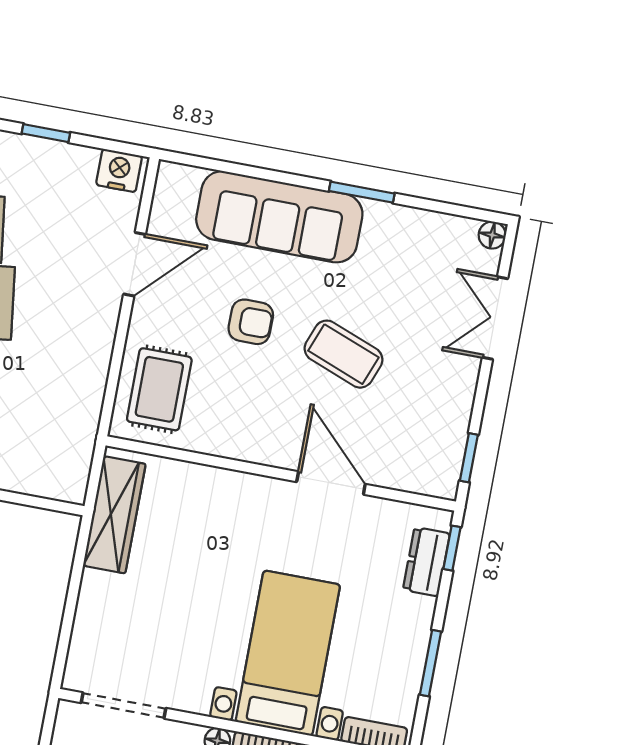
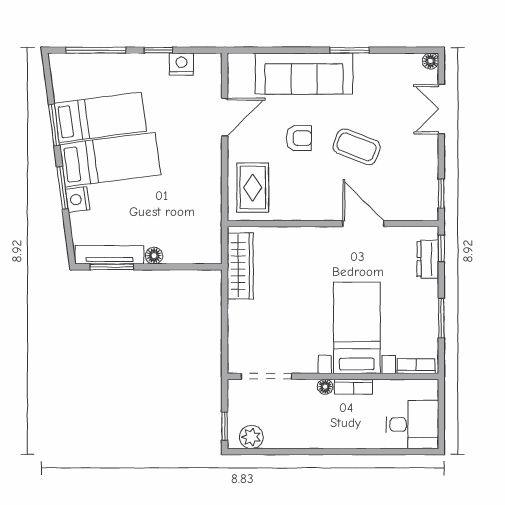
nightstand: (119, 170) -> (181, 64), moved

